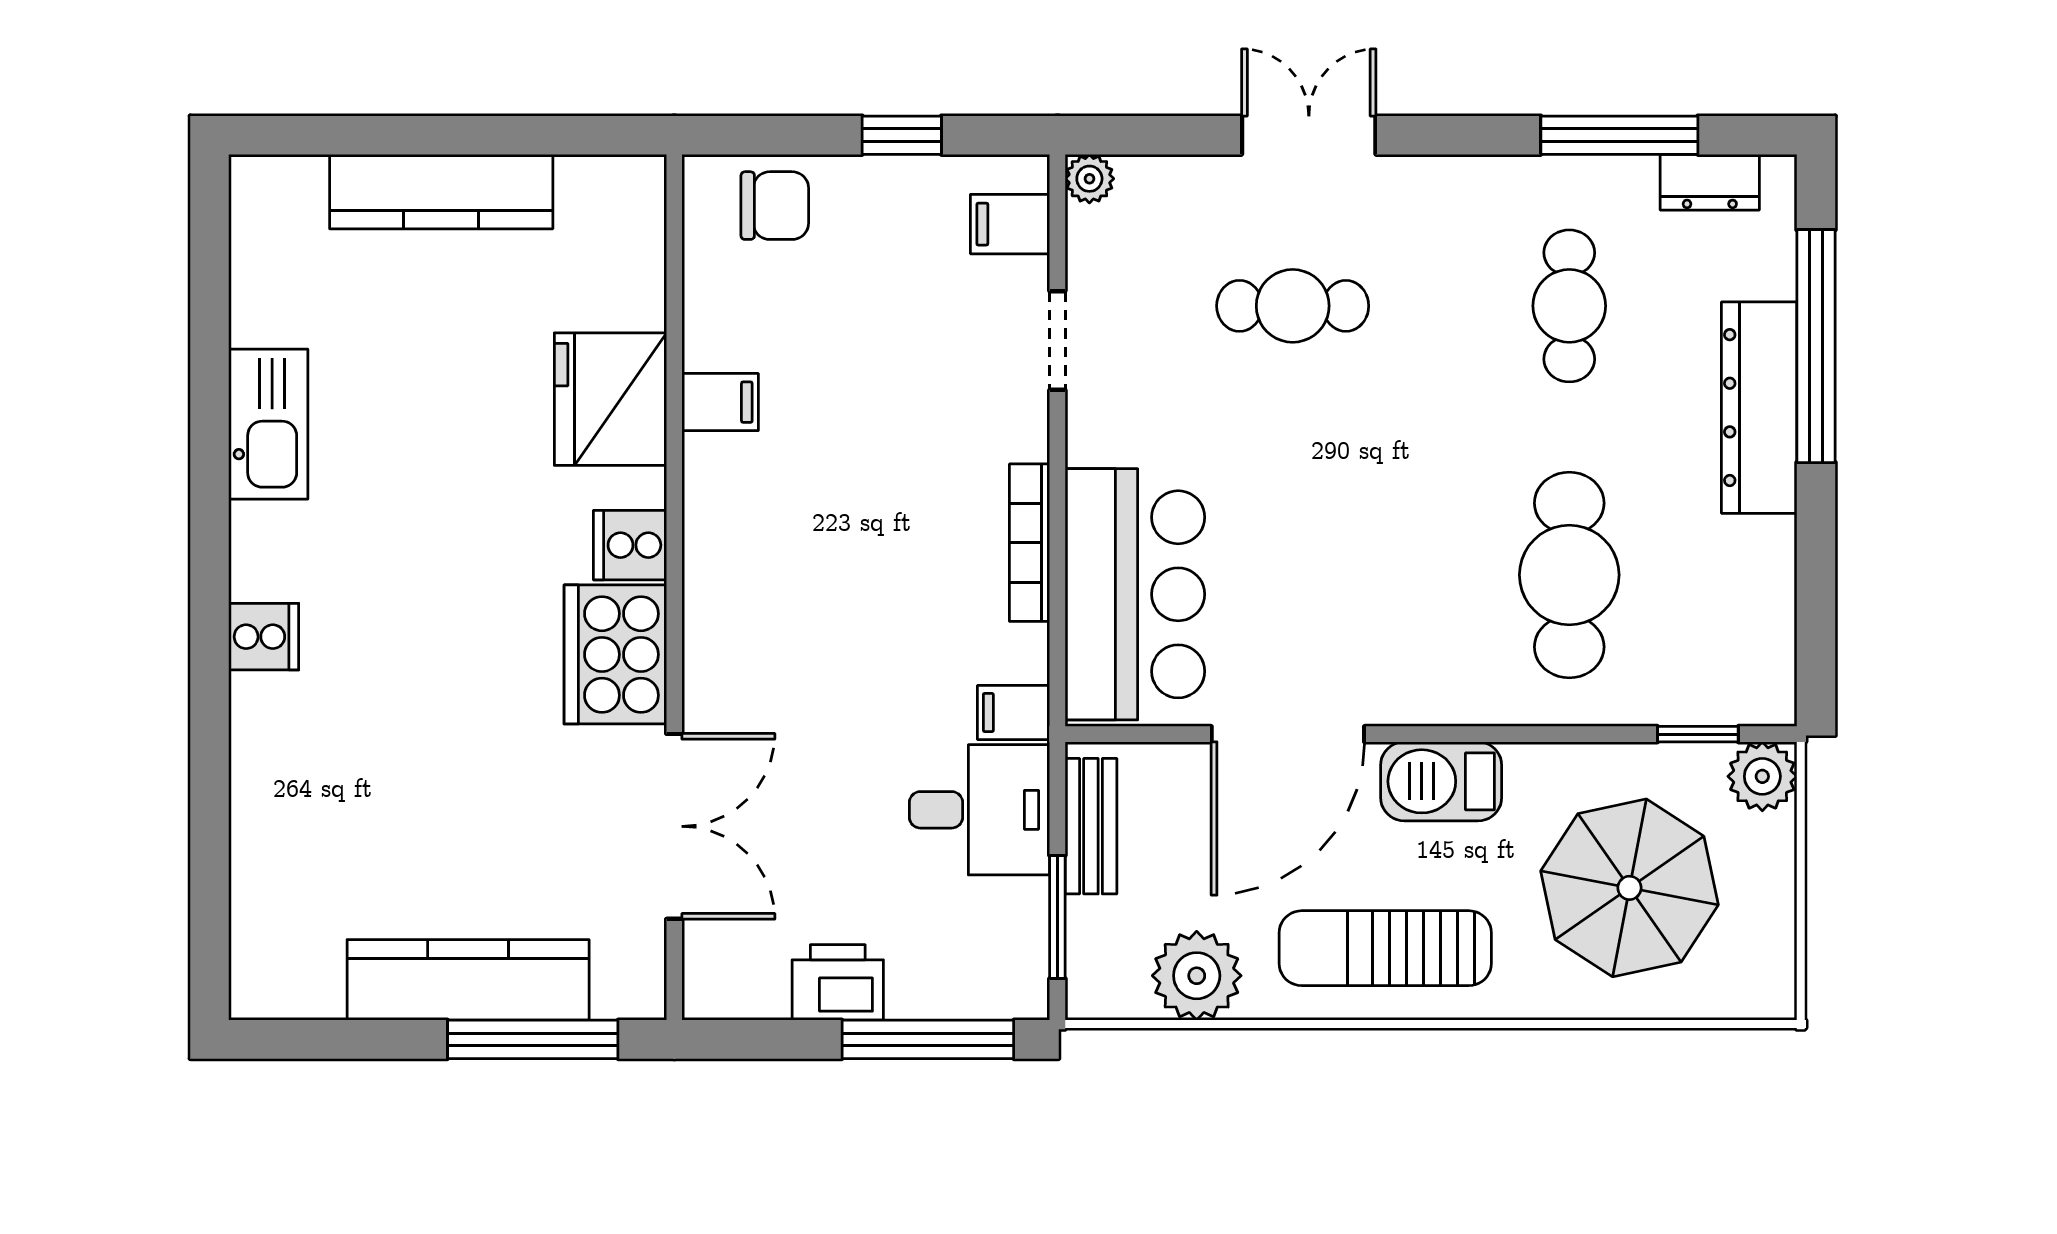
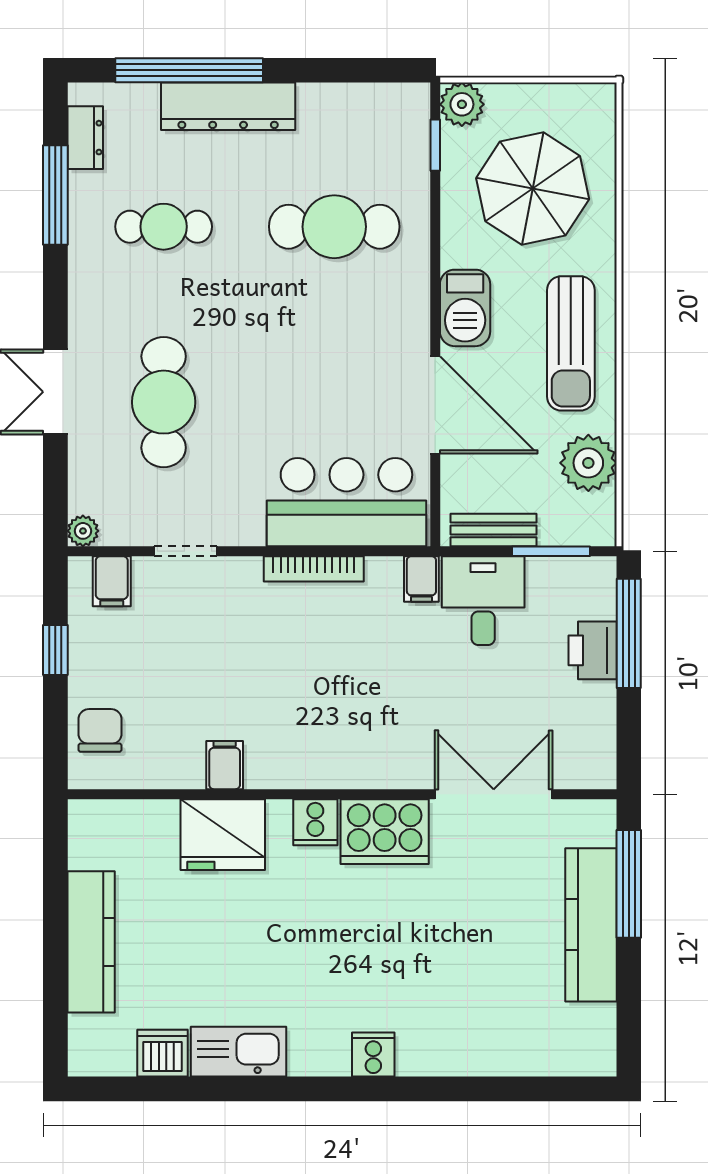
dishwasher: (266, 304) -> (162, 1053), added
cafe table: (1293, 306) -> (164, 402), width x1.37, depth x1.35
printer: (838, 982) -> (593, 650), moved

